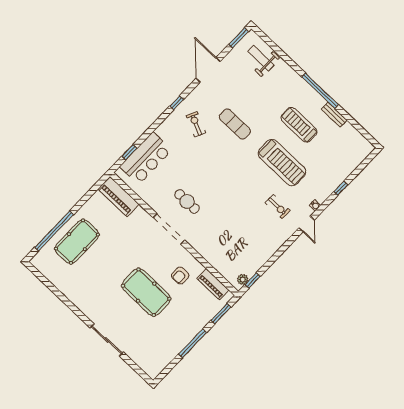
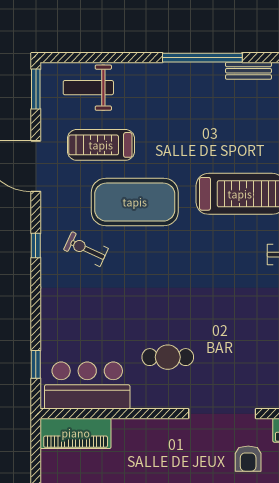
exercise mat: (235, 124) -> (135, 202), width x2.00, depth x1.45
treadmill: (299, 125) -> (101, 145), moved
bar counter: (146, 158) -> (87, 386), moved, turned -90
doorway: (169, 229) -> (222, 414), moved

